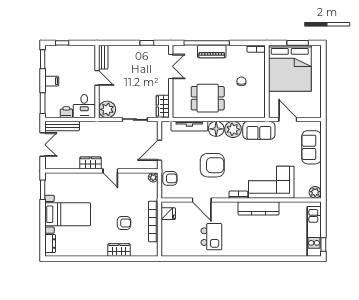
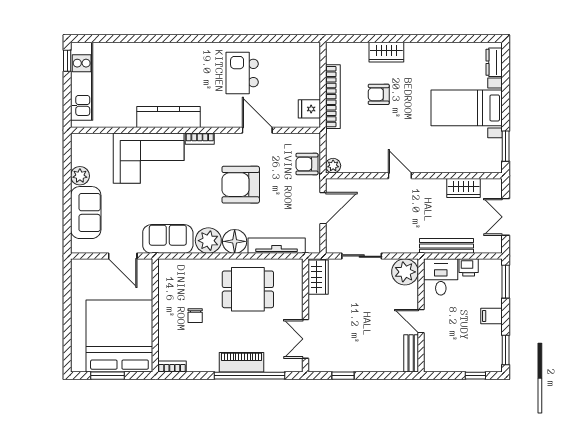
bench: (62, 126) -> (446, 246), moved
wardrobe: (91, 163) -> (464, 188), moved
plant: (315, 192) -> (80, 176), moved

